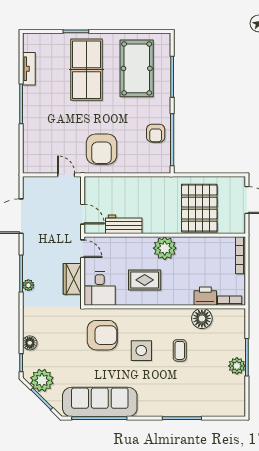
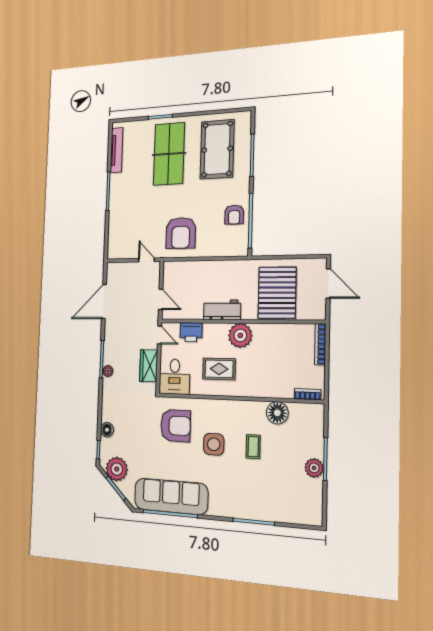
tv unit: (29, 69) -> (117, 150), width x1.41
workbench: (124, 224) -> (222, 310), moved
printer: (205, 296) -> (191, 332), moved, turned 180

